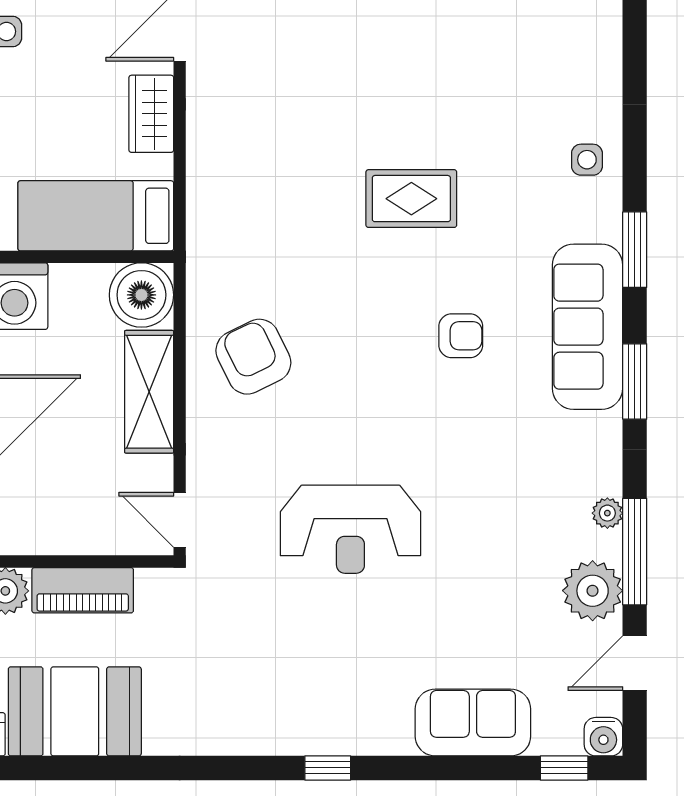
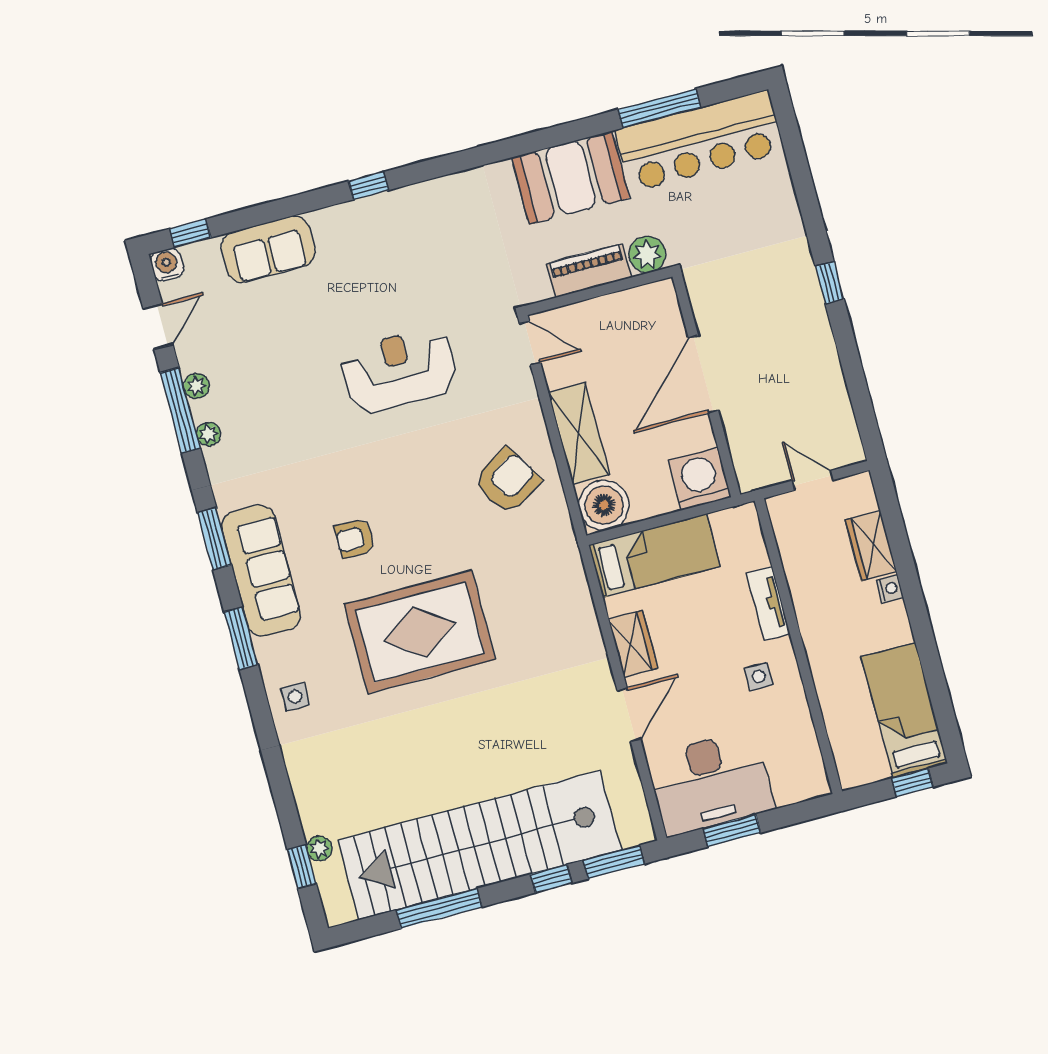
rug: (411, 199) -> (420, 632), width x1.86, depth x2.06
armchair: (253, 357) -> (507, 481), turned -96
plant: (593, 591) -> (197, 386), width x0.53, depth x0.53

